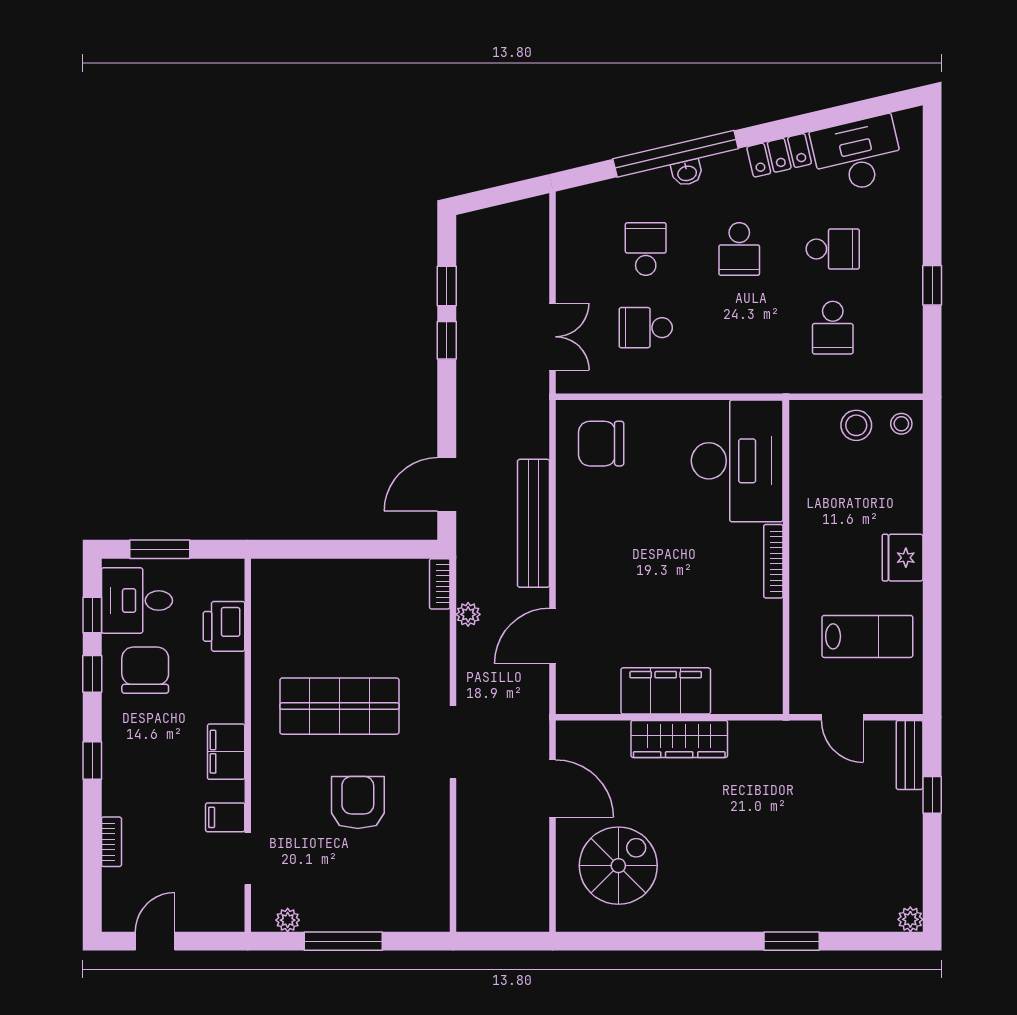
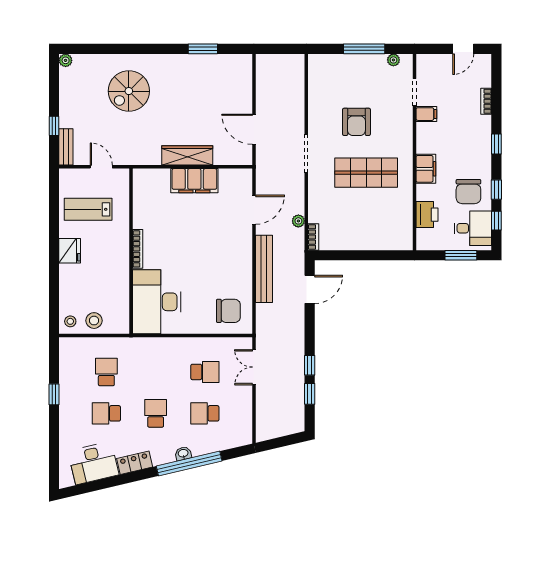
school desk: (646, 249) -> (205, 413), turned 90
filing cabinet: (226, 752) -> (426, 169), moved
spiral stairs: (618, 866) -> (129, 91), moved
window: (792, 941) -> (203, 49), moved

